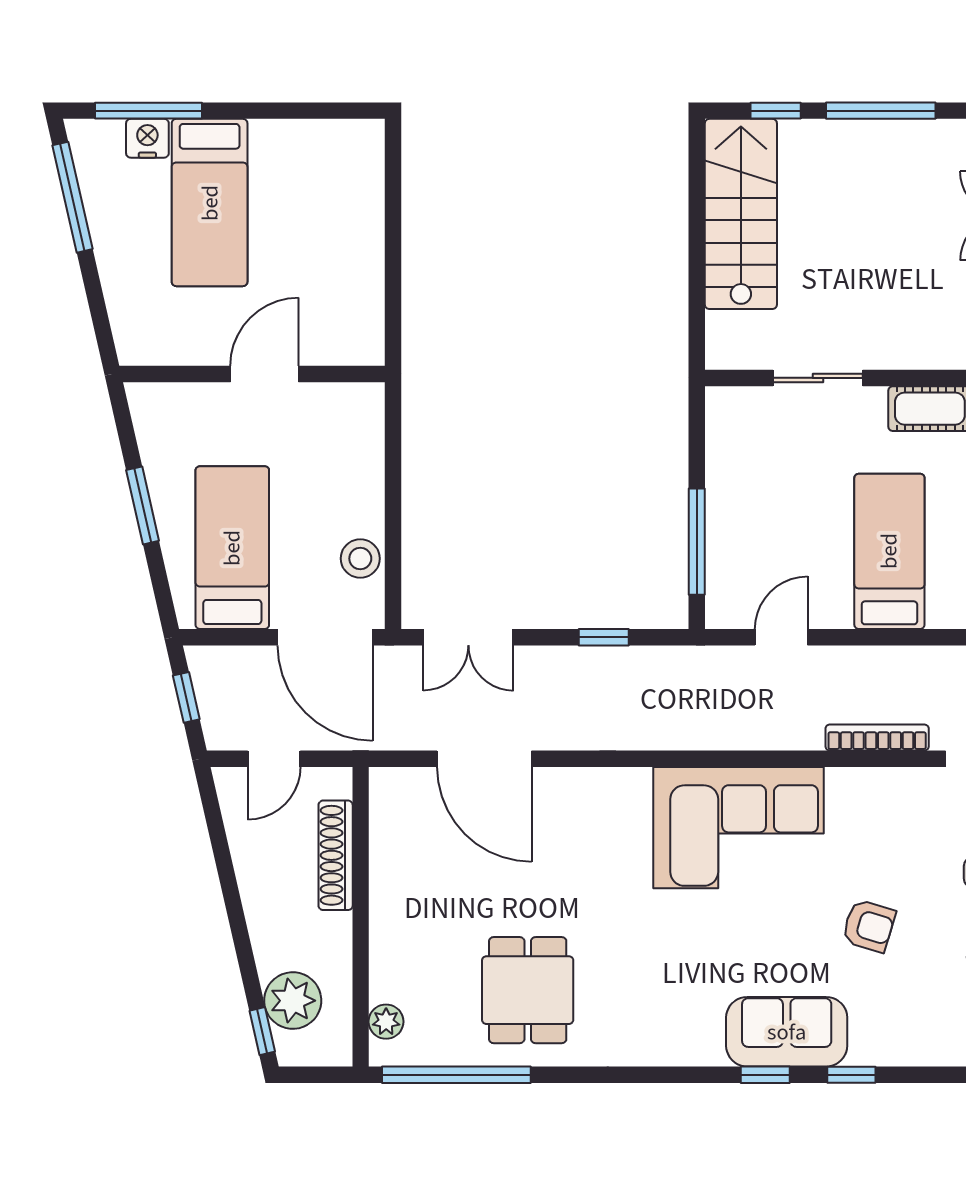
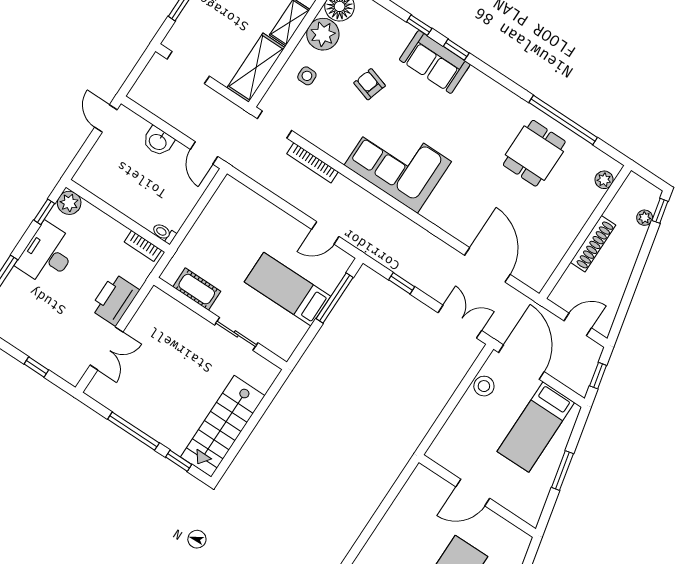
bed: (889, 551) -> (287, 289), moved, turned 90
shoe rack: (336, 855) -> (593, 244), moved
plant: (293, 1001) -> (645, 218), width x0.53, depth x0.53
window: (456, 1075) -> (563, 120), moved

